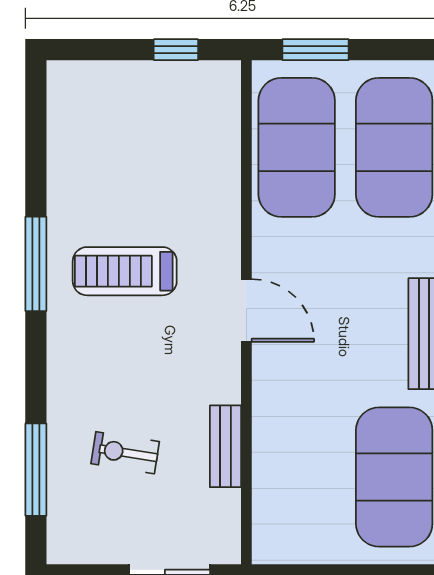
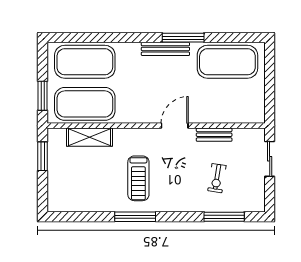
window: (176, 50) -> (43, 156), width x1.50
shelving: (220, 158) -> (89, 137), added
door: (246, 310) -> (175, 126), moved

